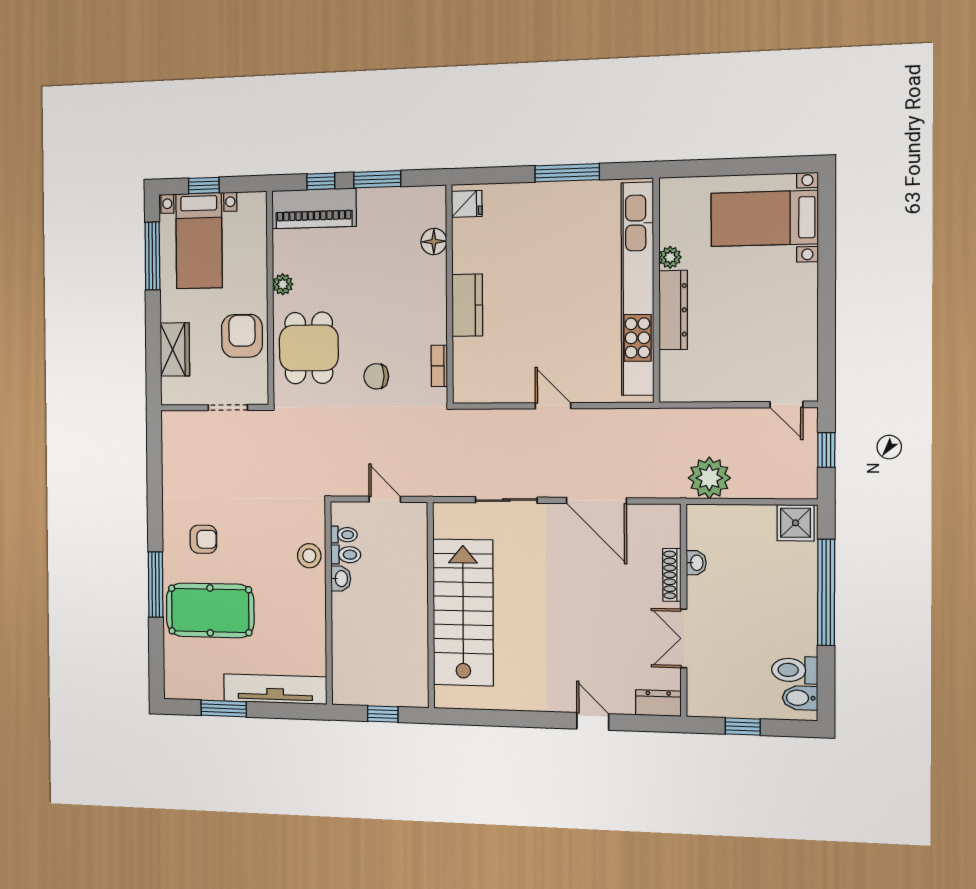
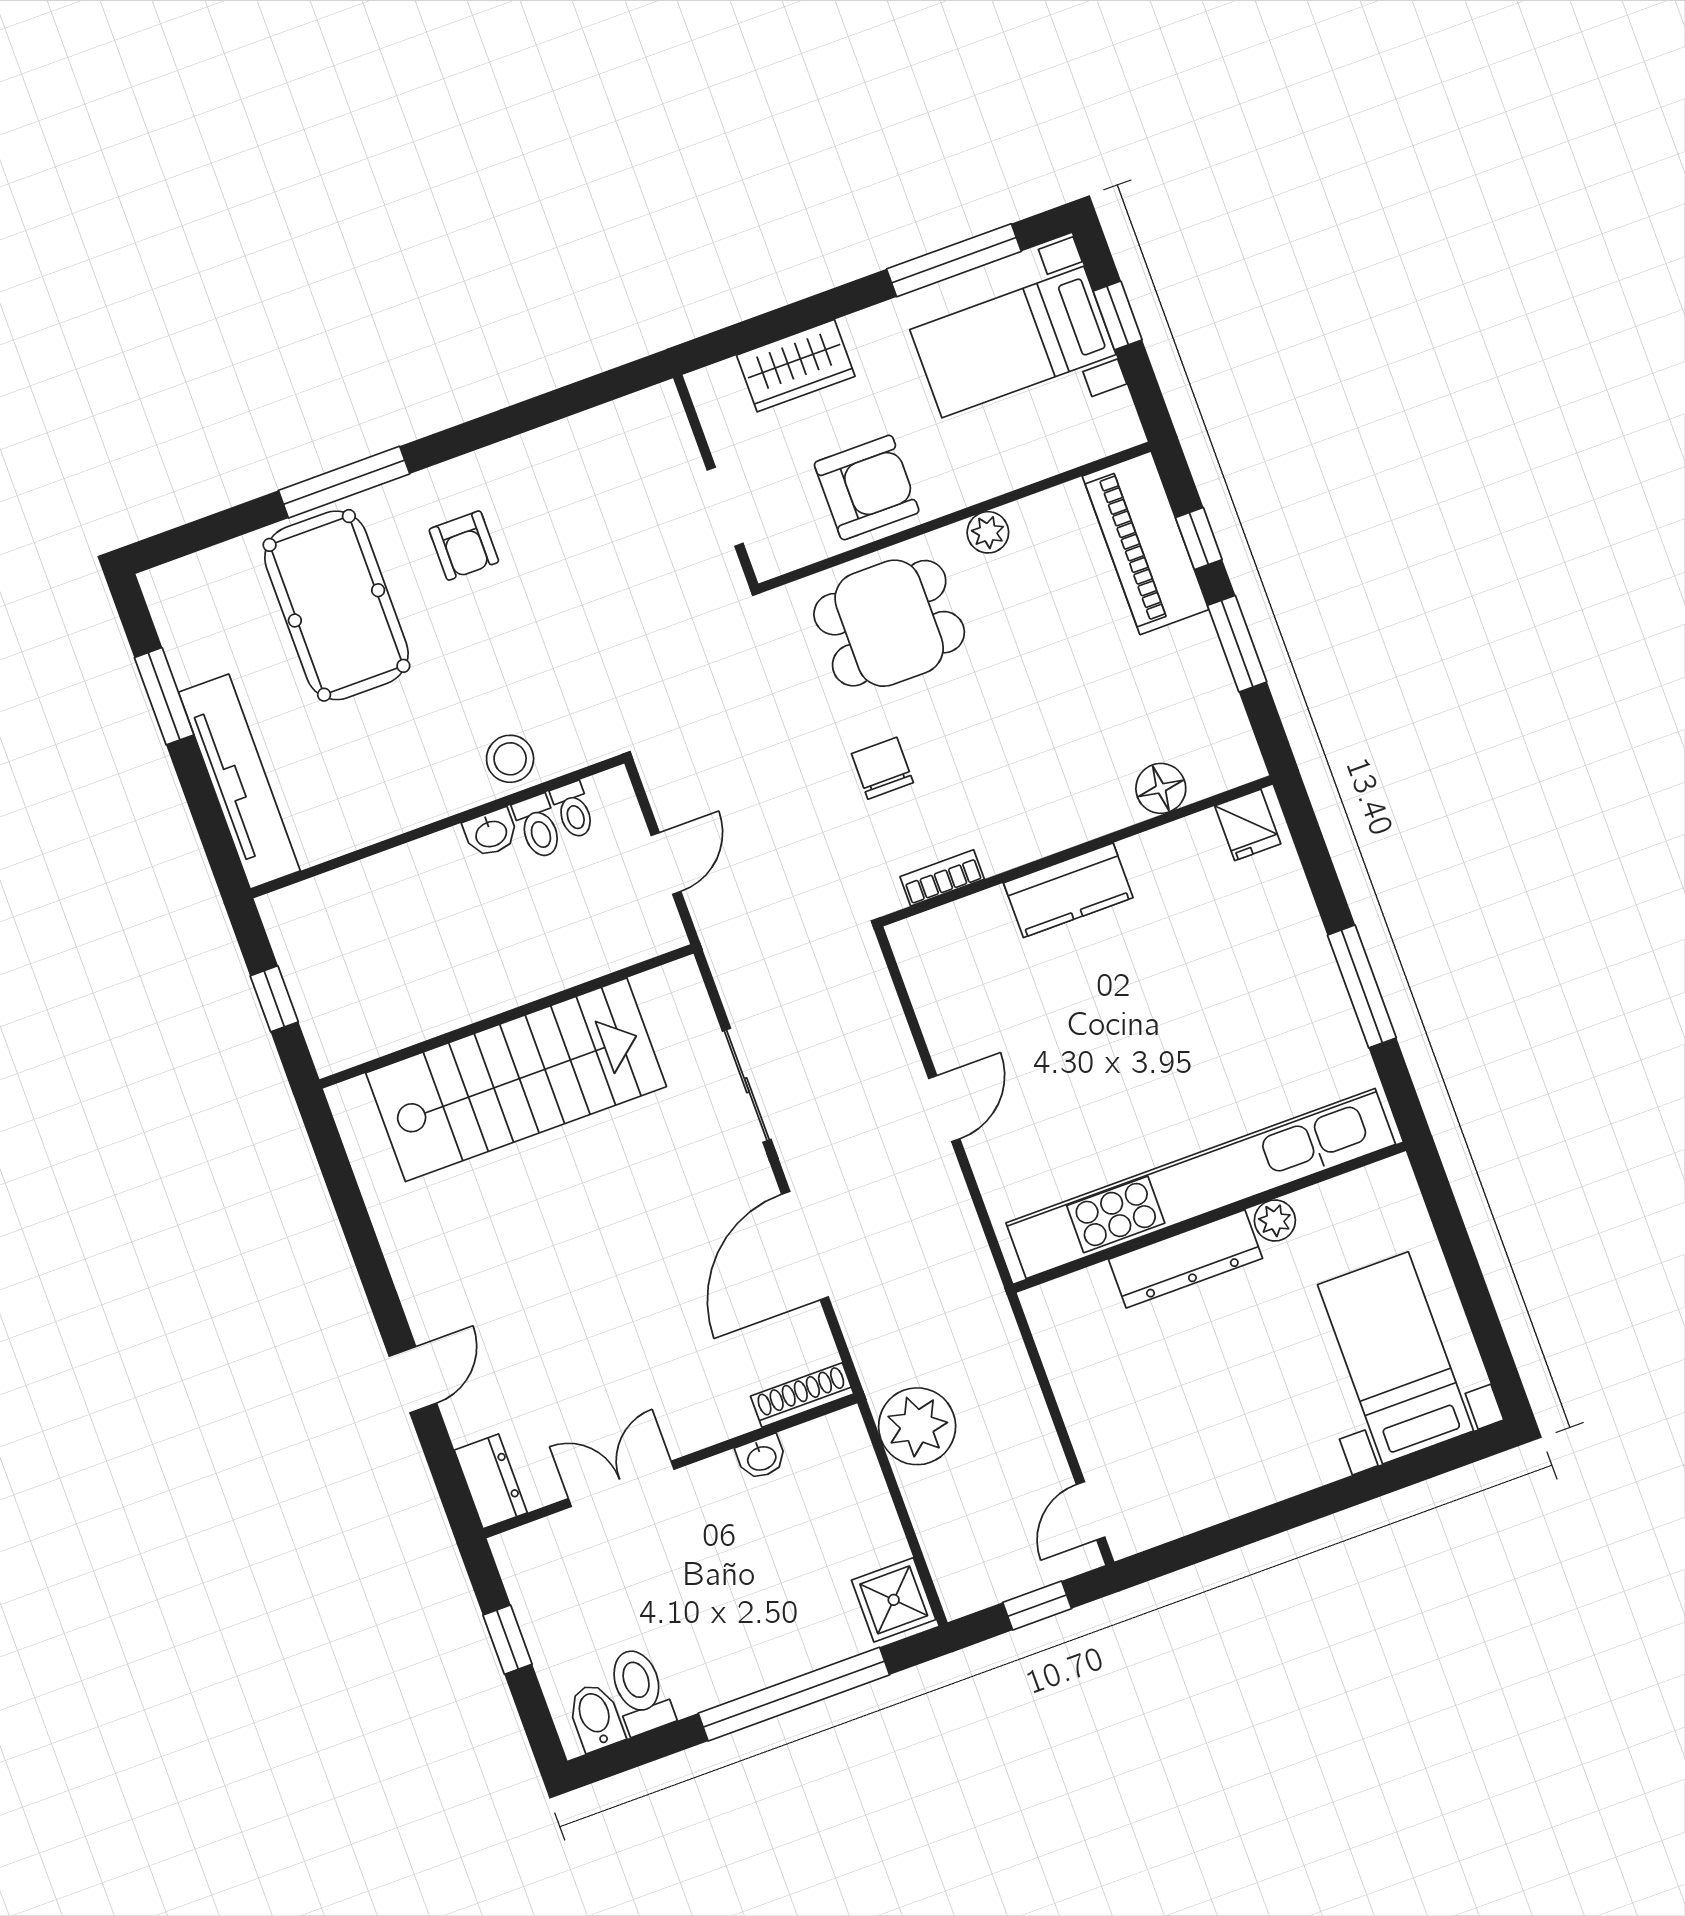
shoe rack: (672, 575) -> (802, 1395), moved

